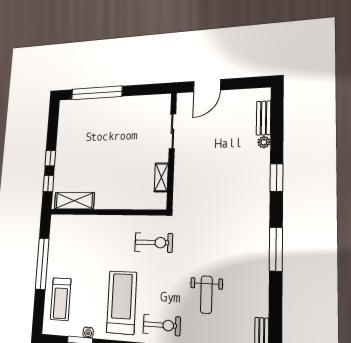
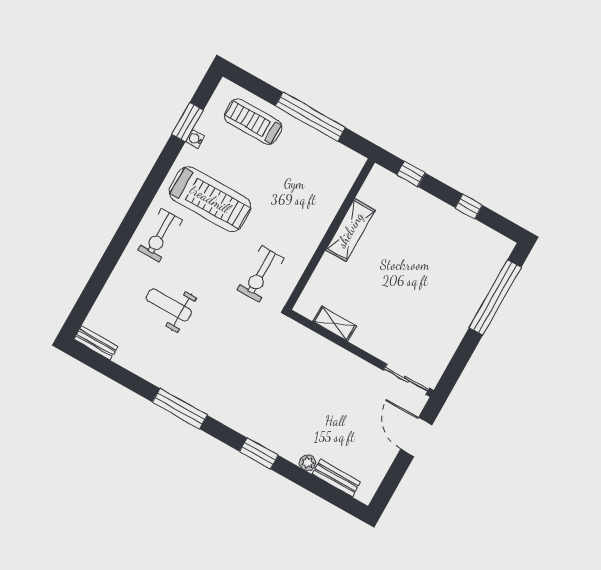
sliding door: (172, 131) -> (406, 379), moved
window: (50, 158) -> (469, 206), moved
shelving: (74, 201) -> (350, 230), moved

